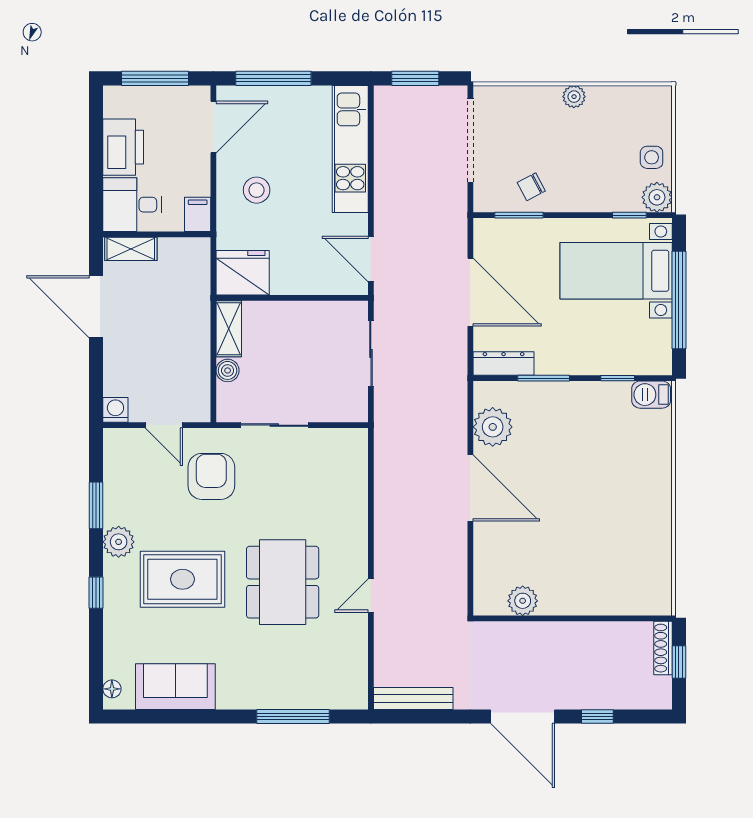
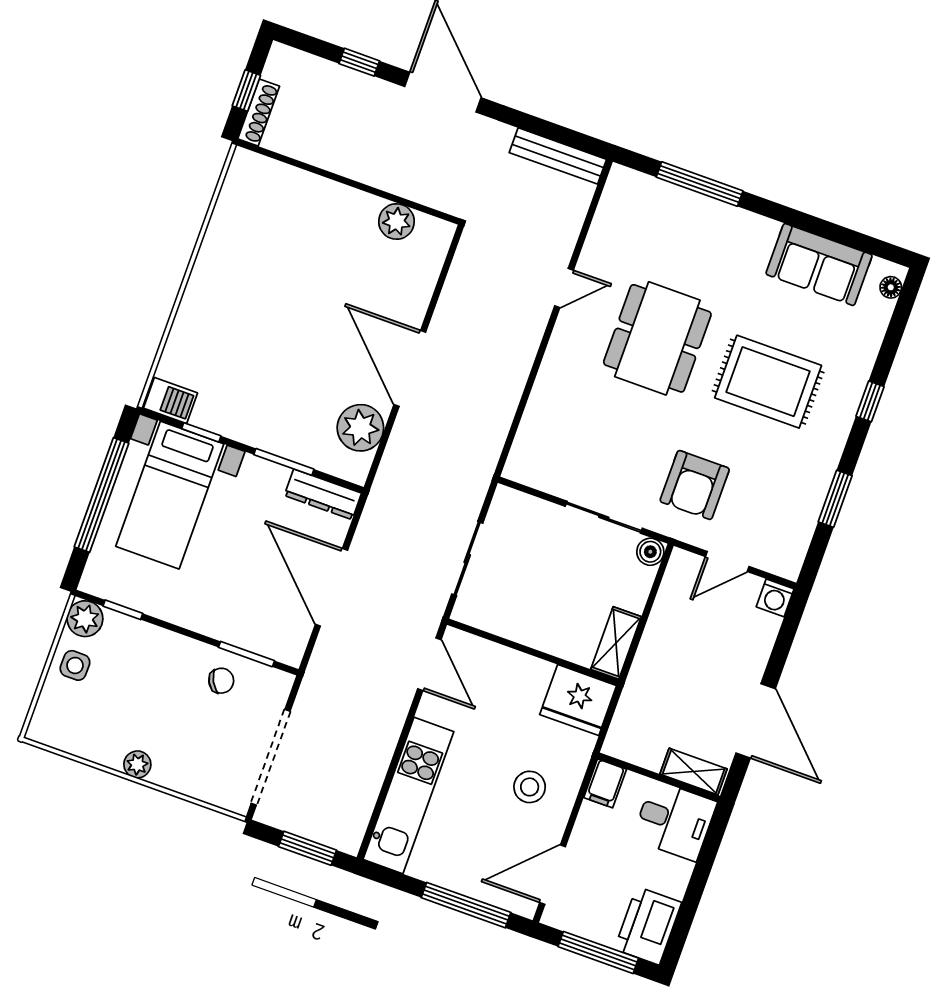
printer: (123, 147) -> (648, 926), moved
bed with nightstands: (616, 271) -> (170, 495), moved, turned 90
boiler: (228, 370) -> (650, 552), moved
door: (164, 425) -> (727, 561), swing flipped
plant: (119, 542) -> (825, 449), removed

